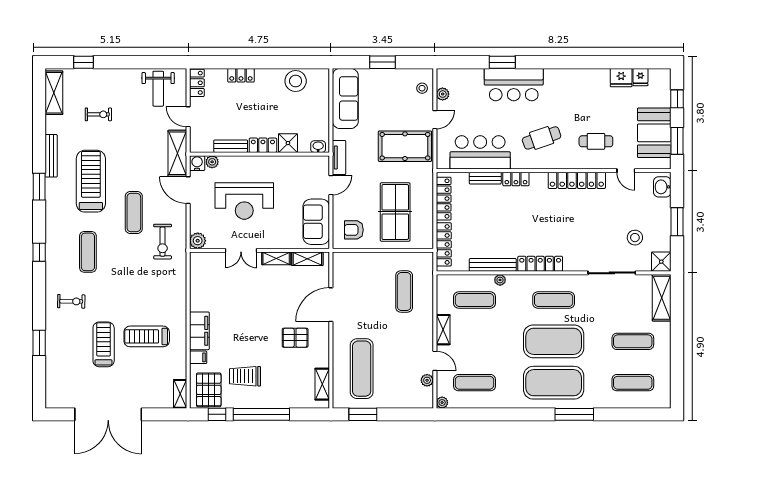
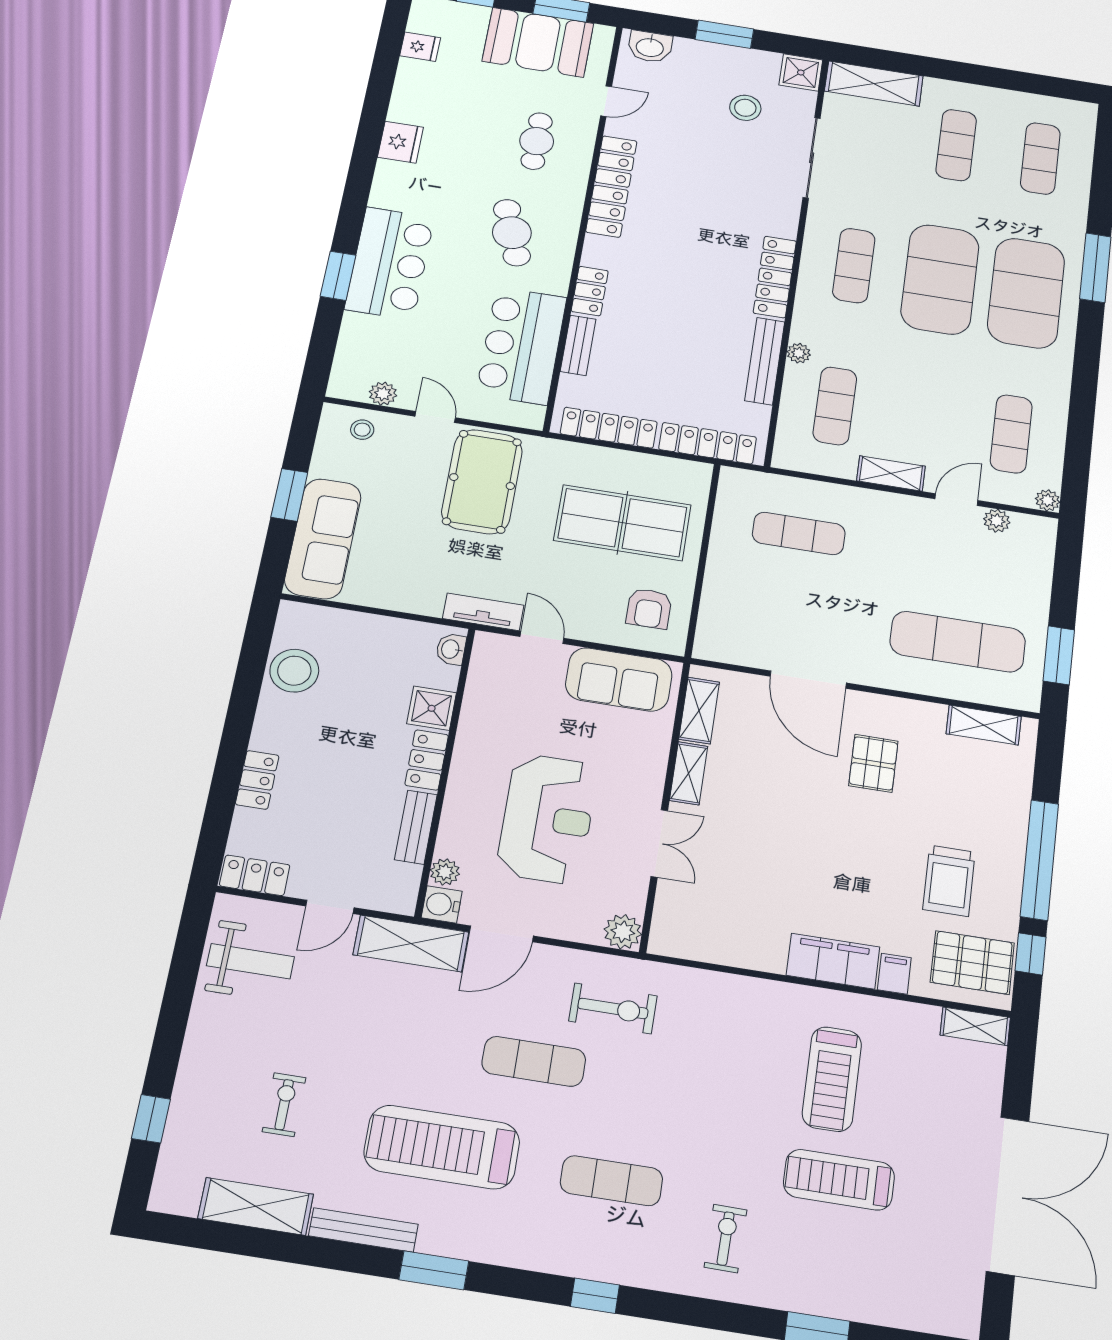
fridge: (621, 78) -> (400, 142), moved
shelving: (54, 93) -> (256, 1206), moved
sofa: (345, 98) -> (323, 539), moved, turned 90

